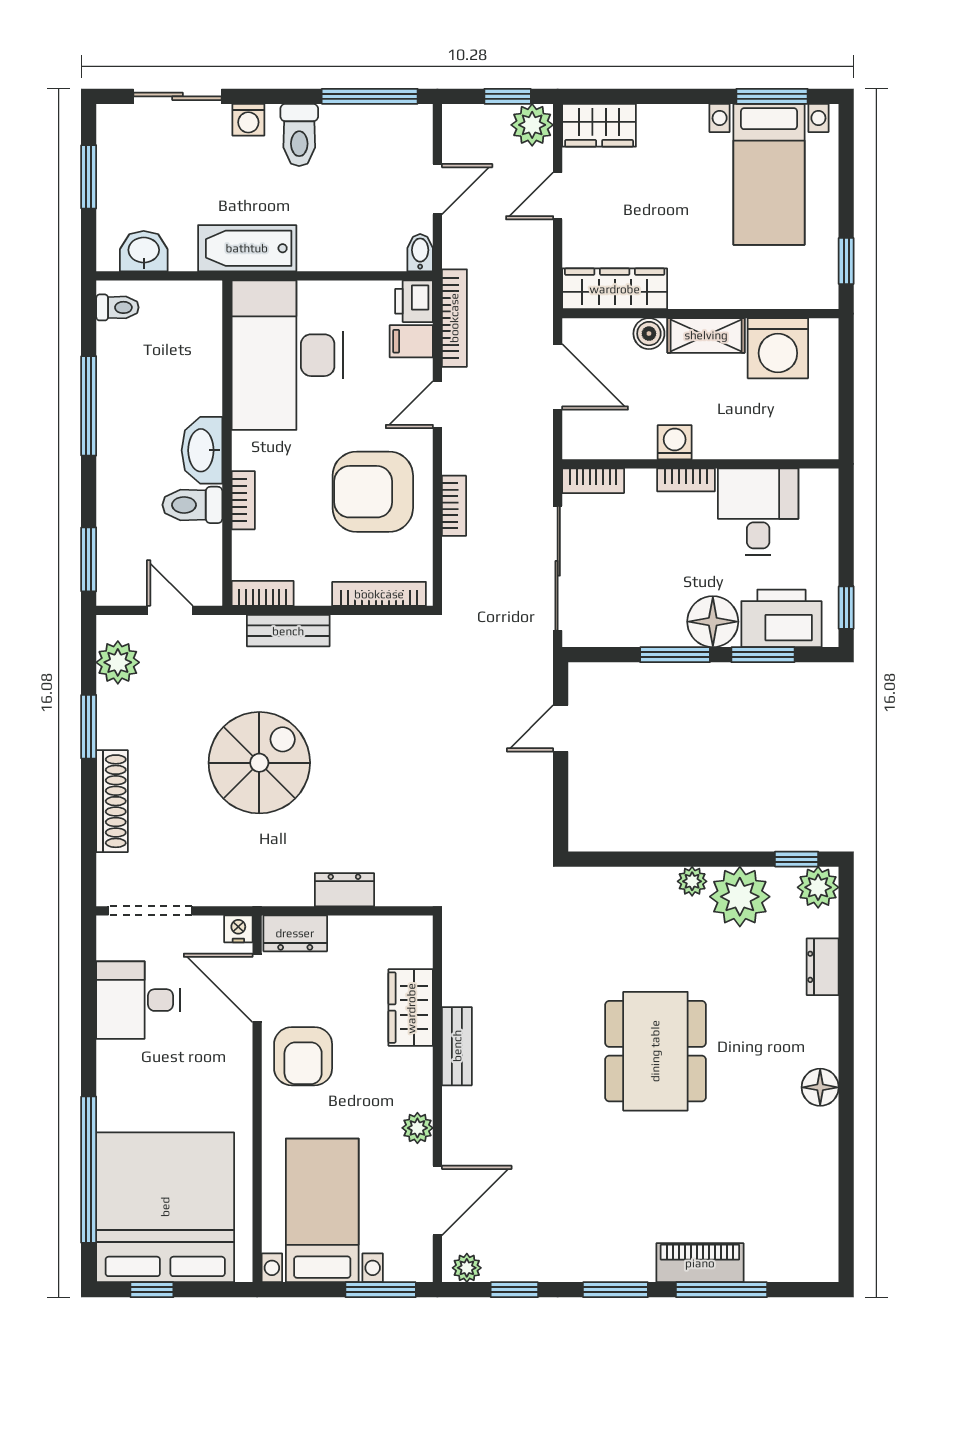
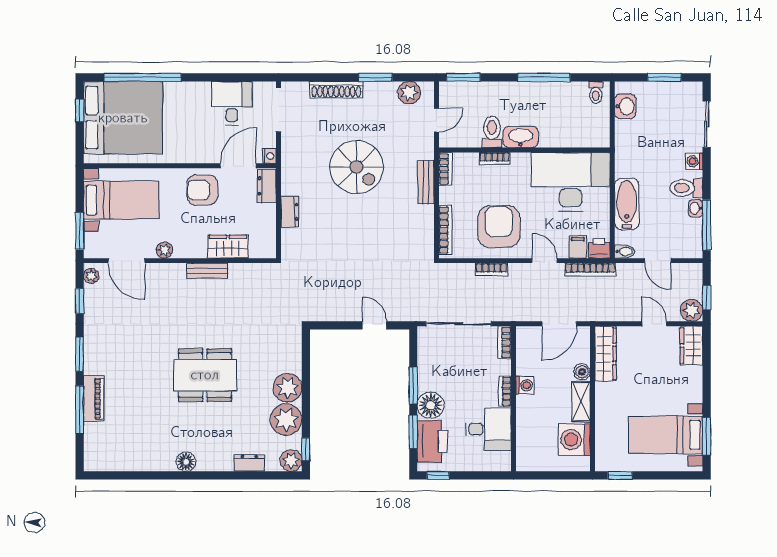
washbasin: (338, 117) -> (696, 208), added
bathtub: (247, 248) -> (627, 204), moved
plant: (692, 881) -> (287, 388), width x1.88, depth x1.88

